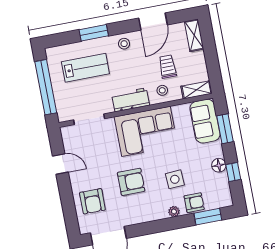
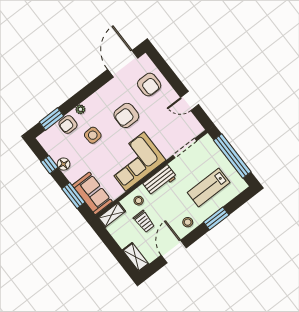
armchair: (92, 201) -> (149, 85), turned 180

